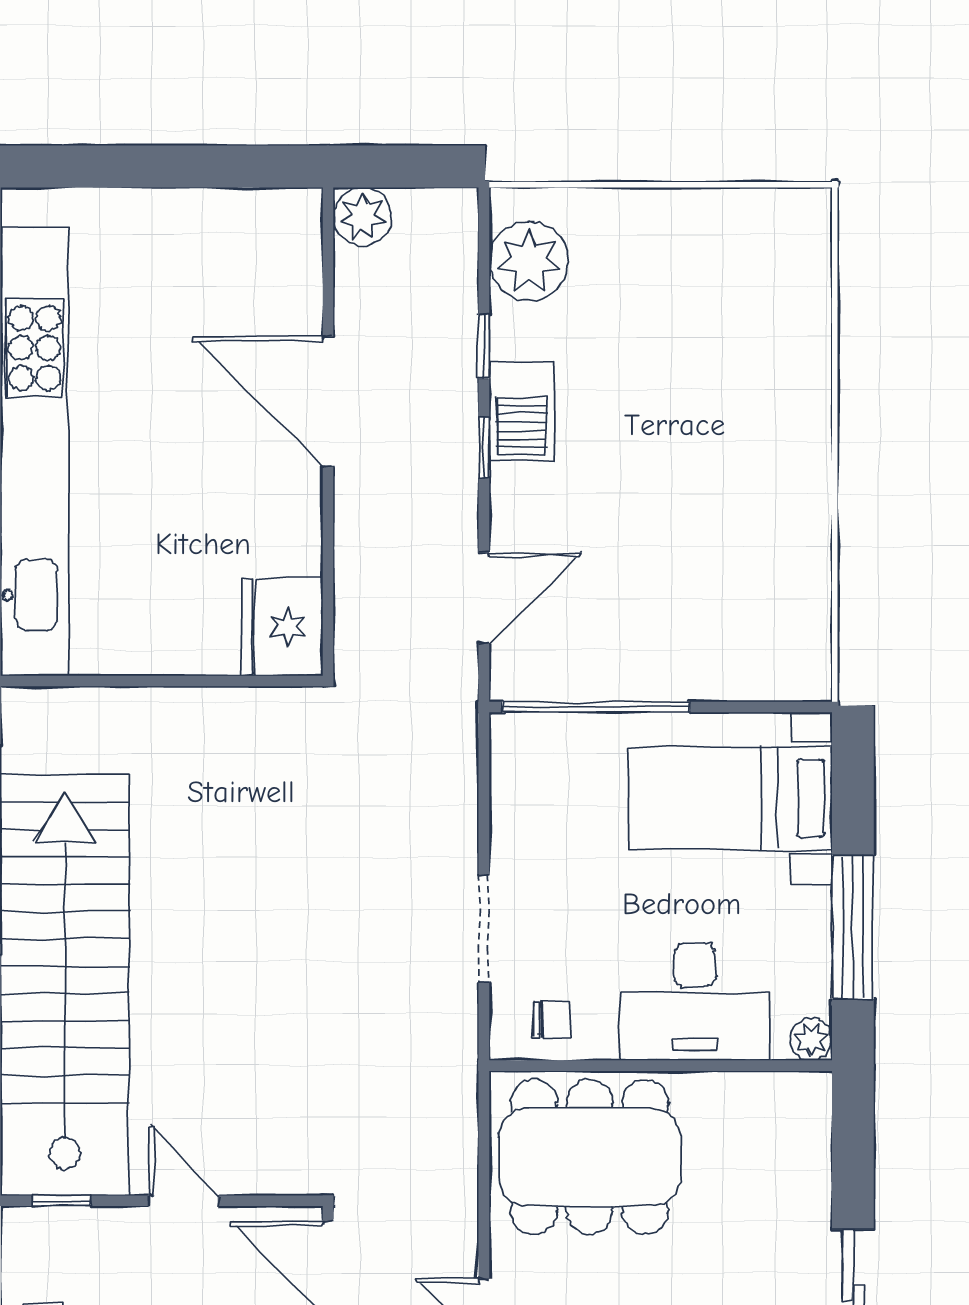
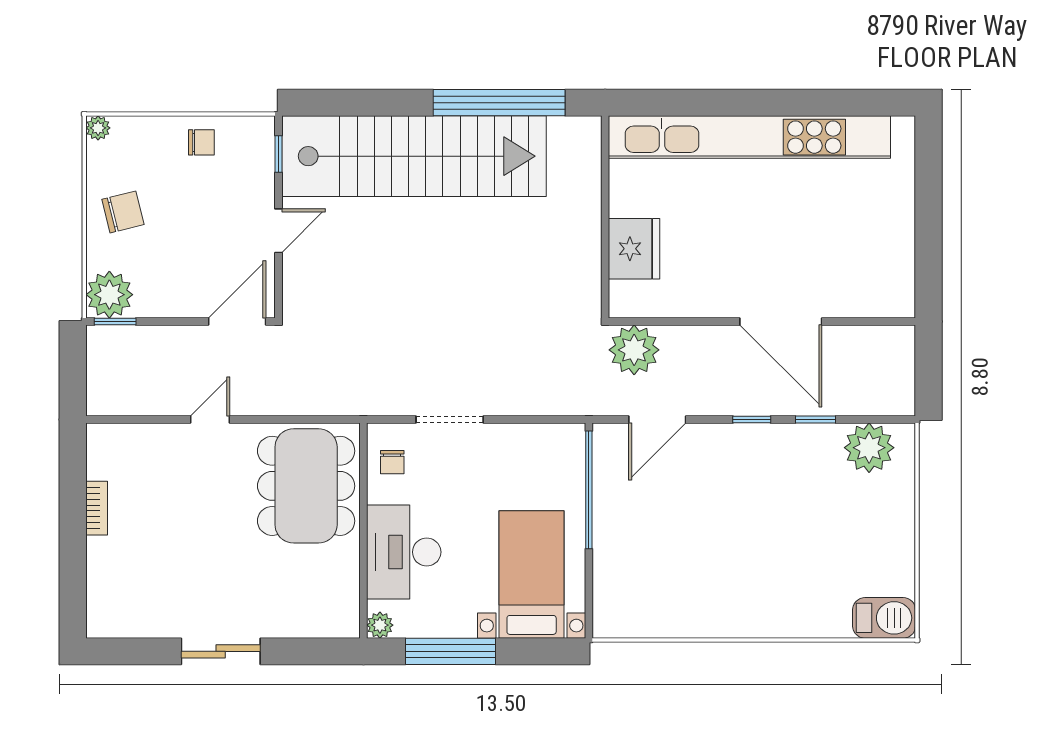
plant: (362, 217) -> (634, 350), moved, width x1.36, depth x1.36
door: (328, 402) -> (781, 322), swing flipped
barbecue: (522, 411) -> (884, 618), moved, turned 180
door: (484, 598) -> (657, 419), hinge flipped
fridge: (282, 627) -> (634, 249), moved, turned 90

